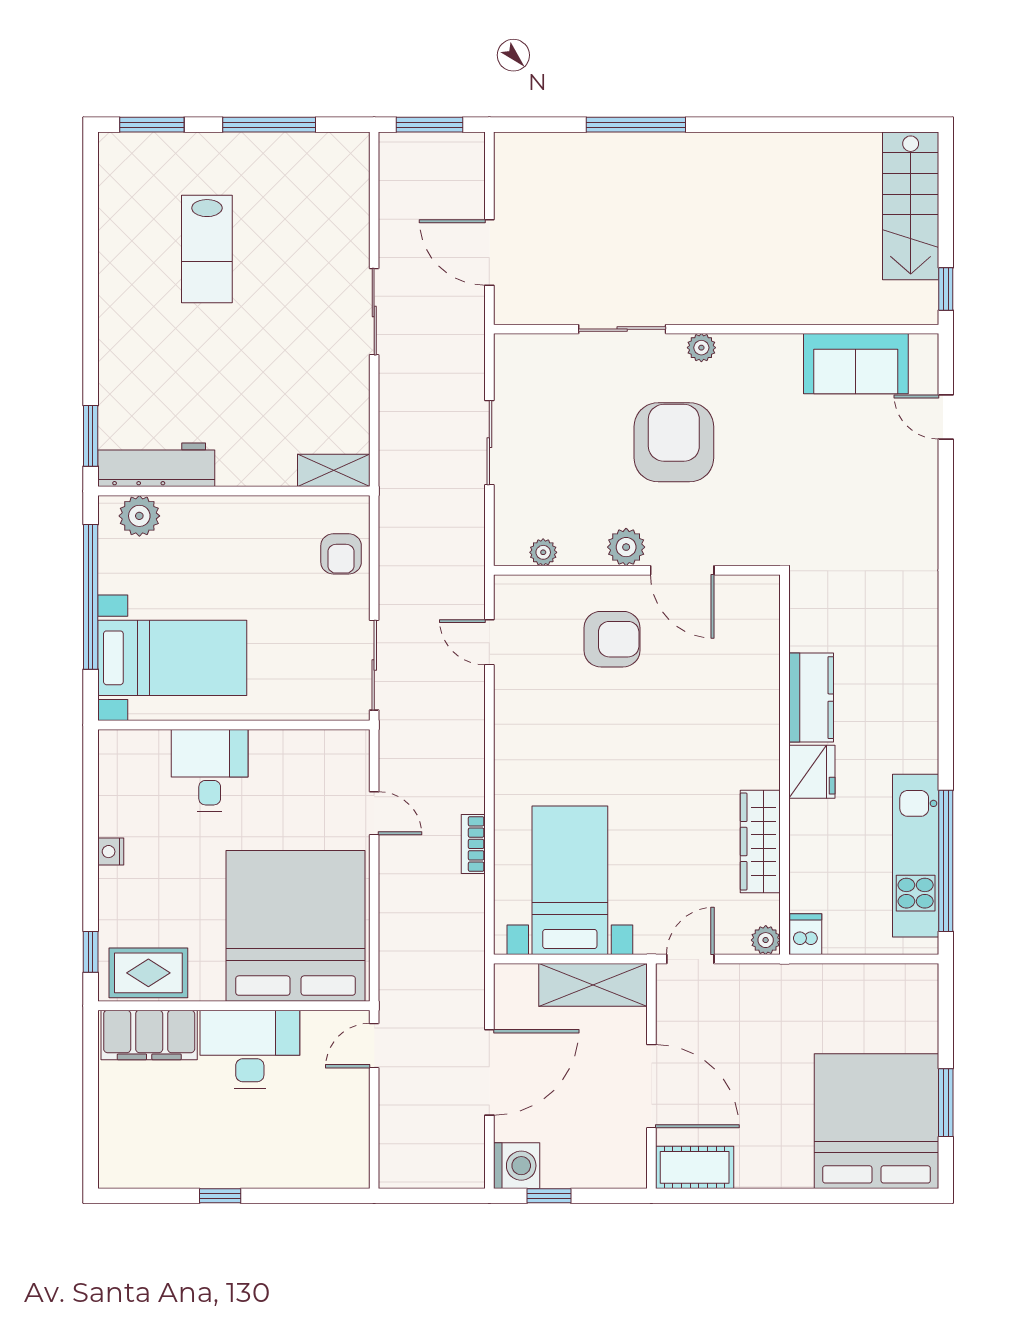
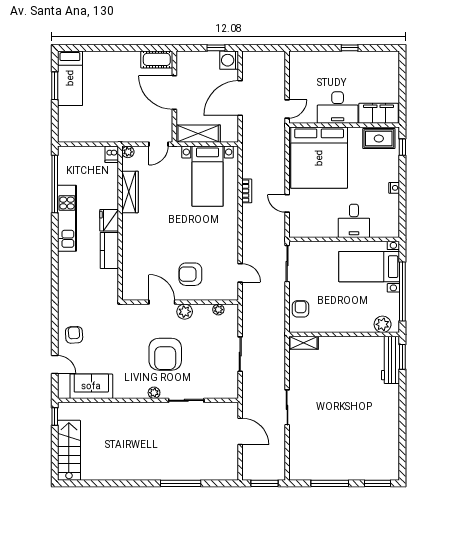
lab bench: (207, 249) -> (355, 433), removed
workbench: (156, 465) -> (390, 360), moved, turned 90
armchair: (898, 490) -> (74, 335), added
kitchen unit: (916, 856) -> (67, 218), moved
bed: (877, 1121) -> (70, 78), width x0.49

